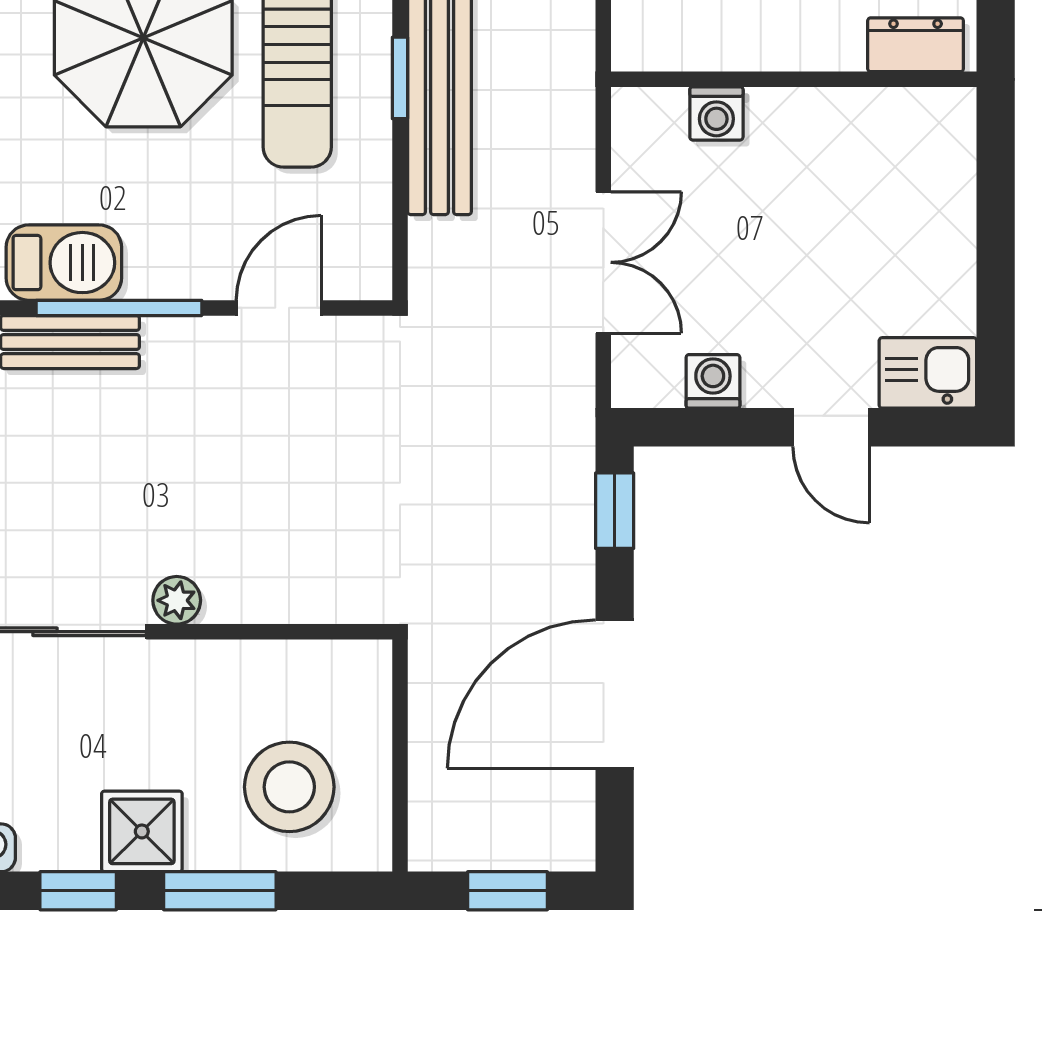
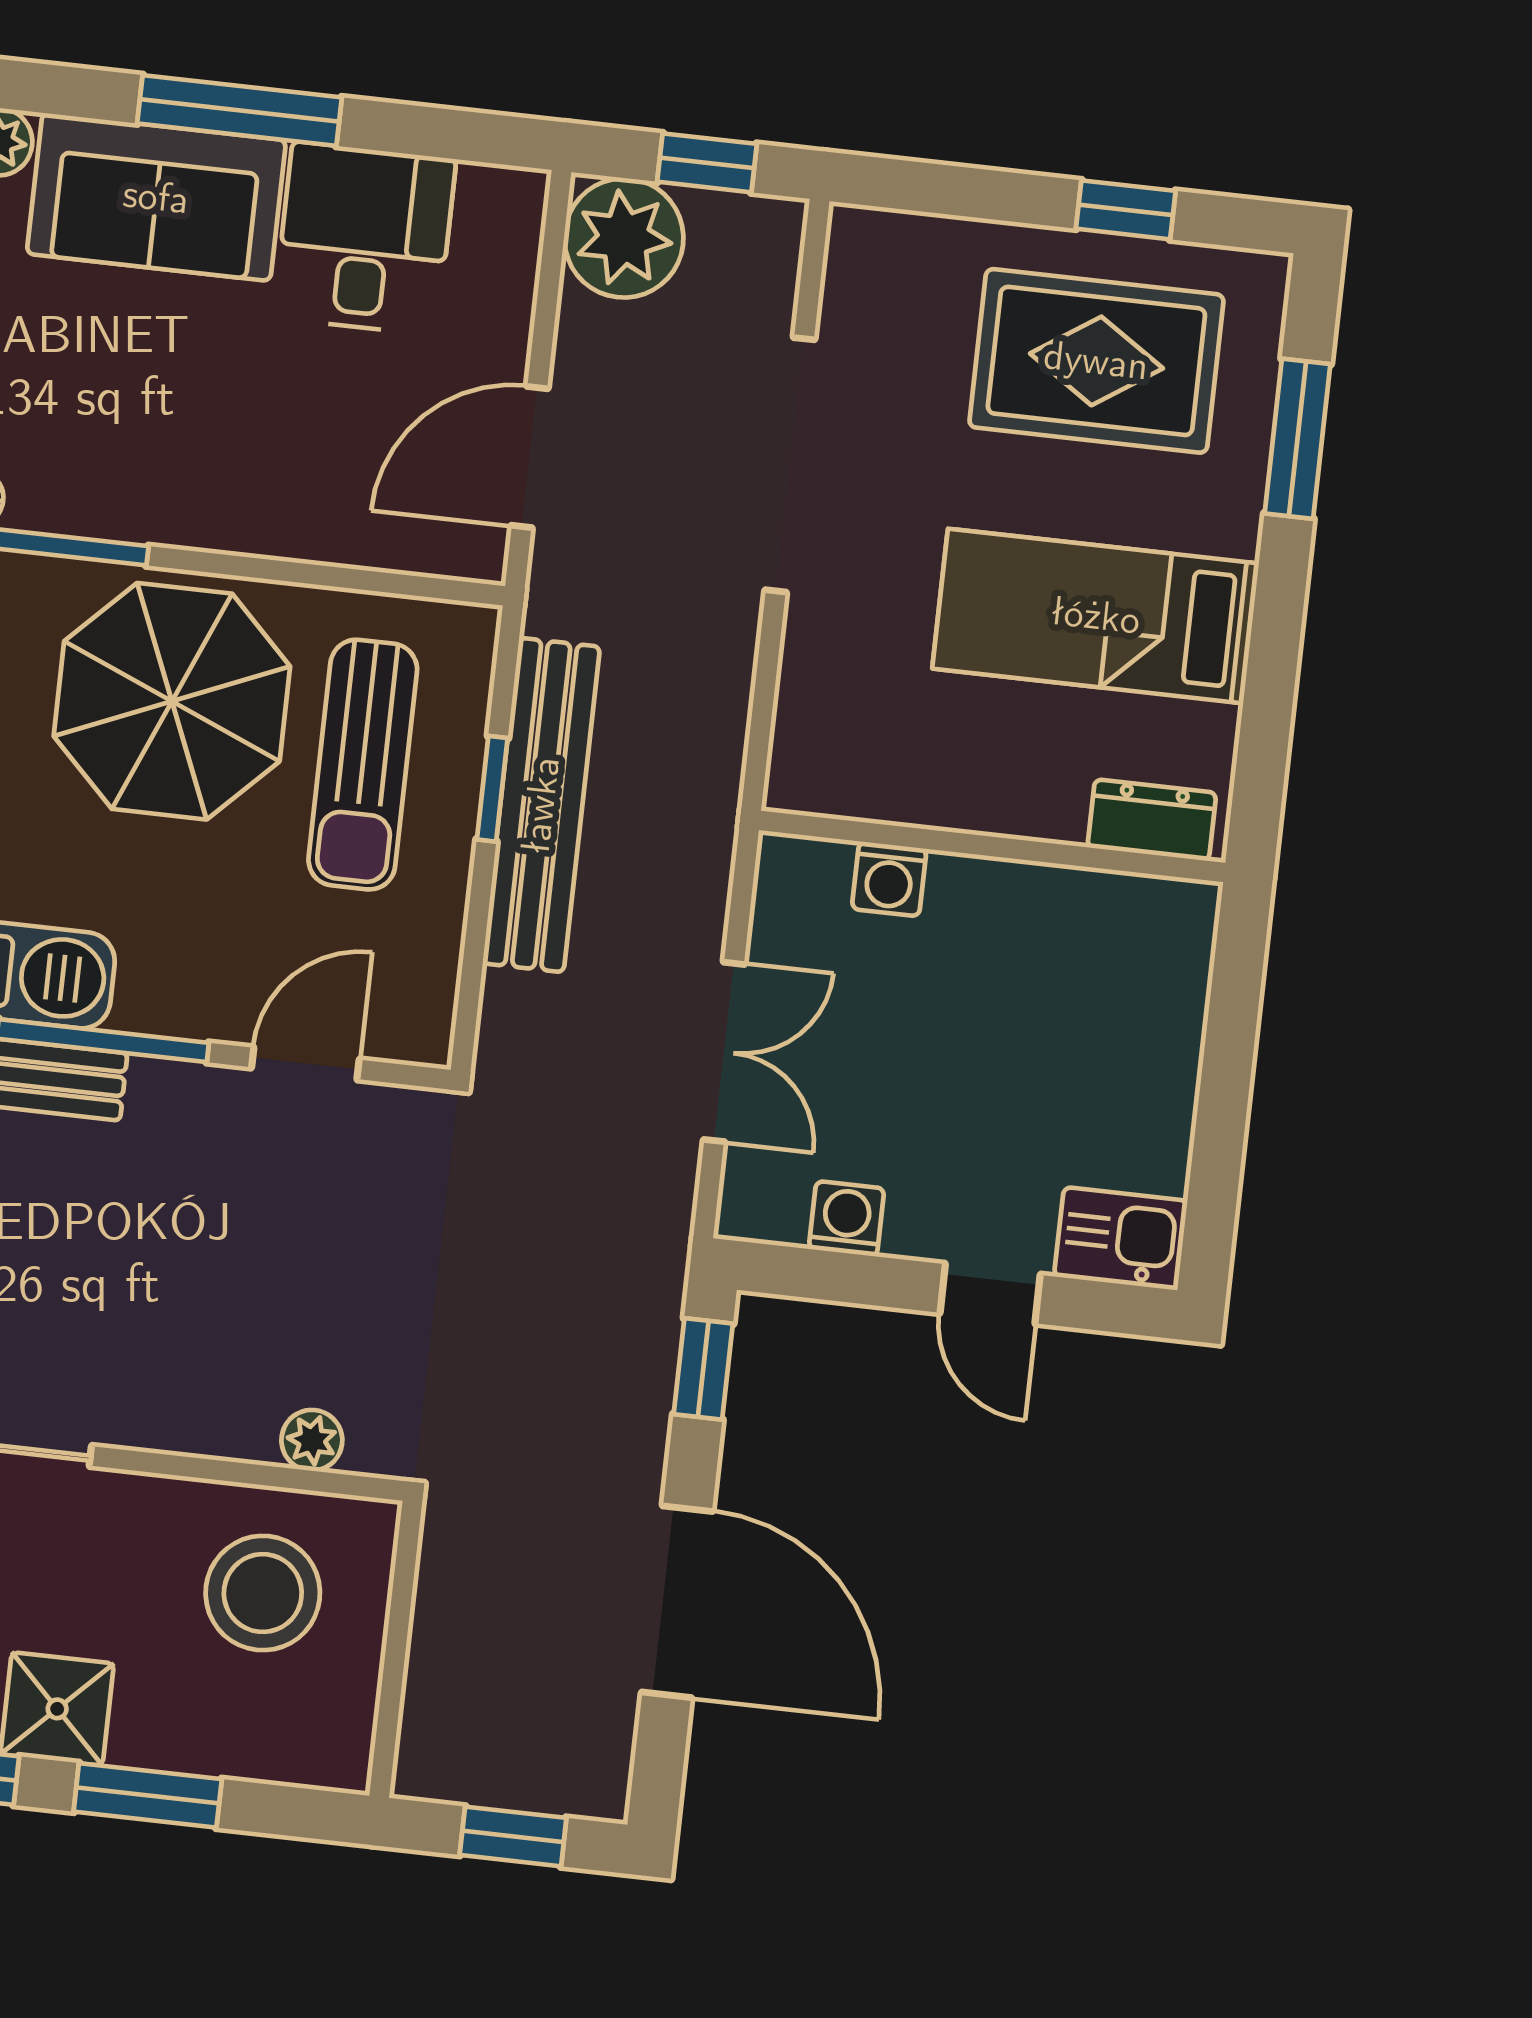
plant: (177, 600) -> (312, 1440), moved
door: (615, 694) -> (677, 1602), swing flipped
stool: (289, 787) -> (263, 1593), moved

